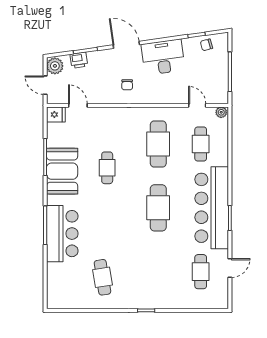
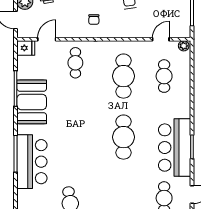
door: (78, 105) -> (47, 39), hinge flipped
door: (197, 105) -> (161, 39), hinge flipped
cafe table: (107, 168) -> (75, 63), moved
bar counter: (212, 208) -> (175, 148), width x0.73

